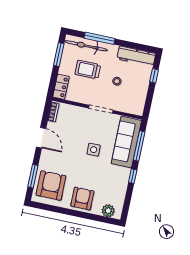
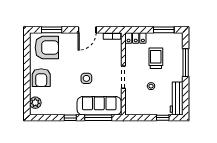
bicycle: (86, 46) -> (177, 52), removed
armchair: (82, 199) -> (41, 78), turned 90

